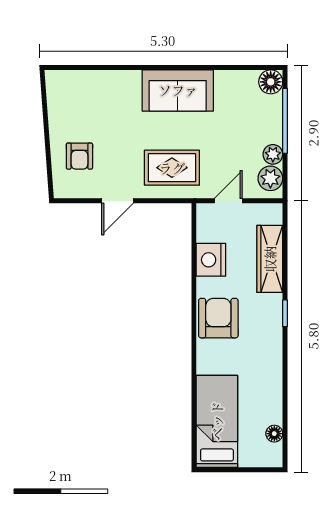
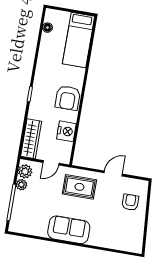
floor lamp: (271, 82) -> (16, 226), removed
wardrobe: (270, 259) -> (31, 139), moved

